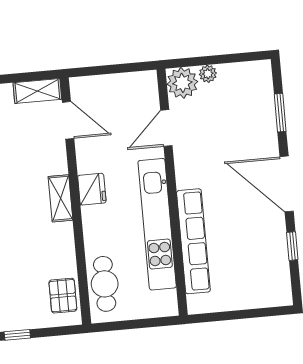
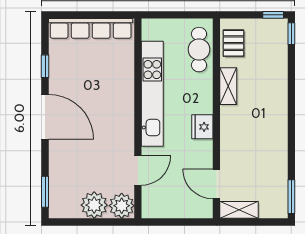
plant: (208, 74) -> (94, 205), width x1.88, depth x1.88
window: (280, 113) -> (45, 192), moved
shelving: (60, 198) -> (228, 86), moved
row of seats: (193, 241) -> (91, 28), moved, turned -90

